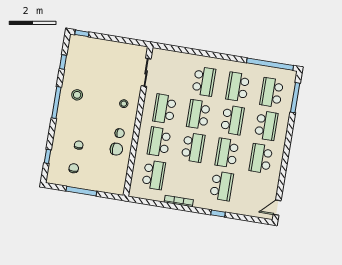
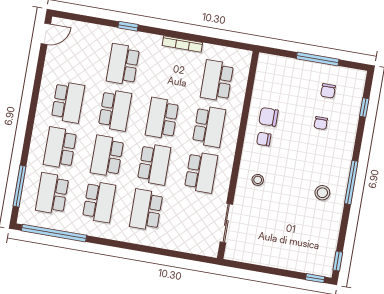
window: (63, 62) -> (338, 261), moved
school desk: (272, 92) -> (52, 194), turned 180

